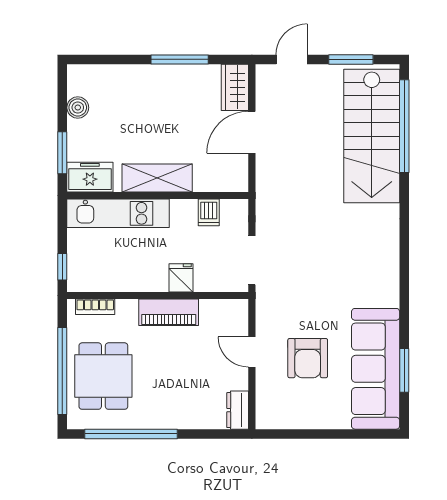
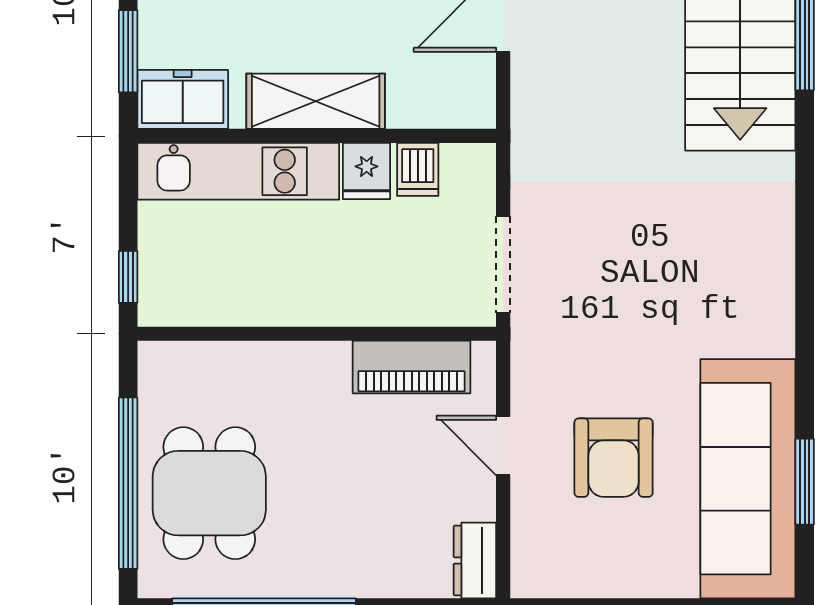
fridge: (181, 278) -> (367, 171), moved, turned 180
bookcase: (95, 307) -> (193, 356), removed
piano: (169, 312) -> (412, 367), moved

